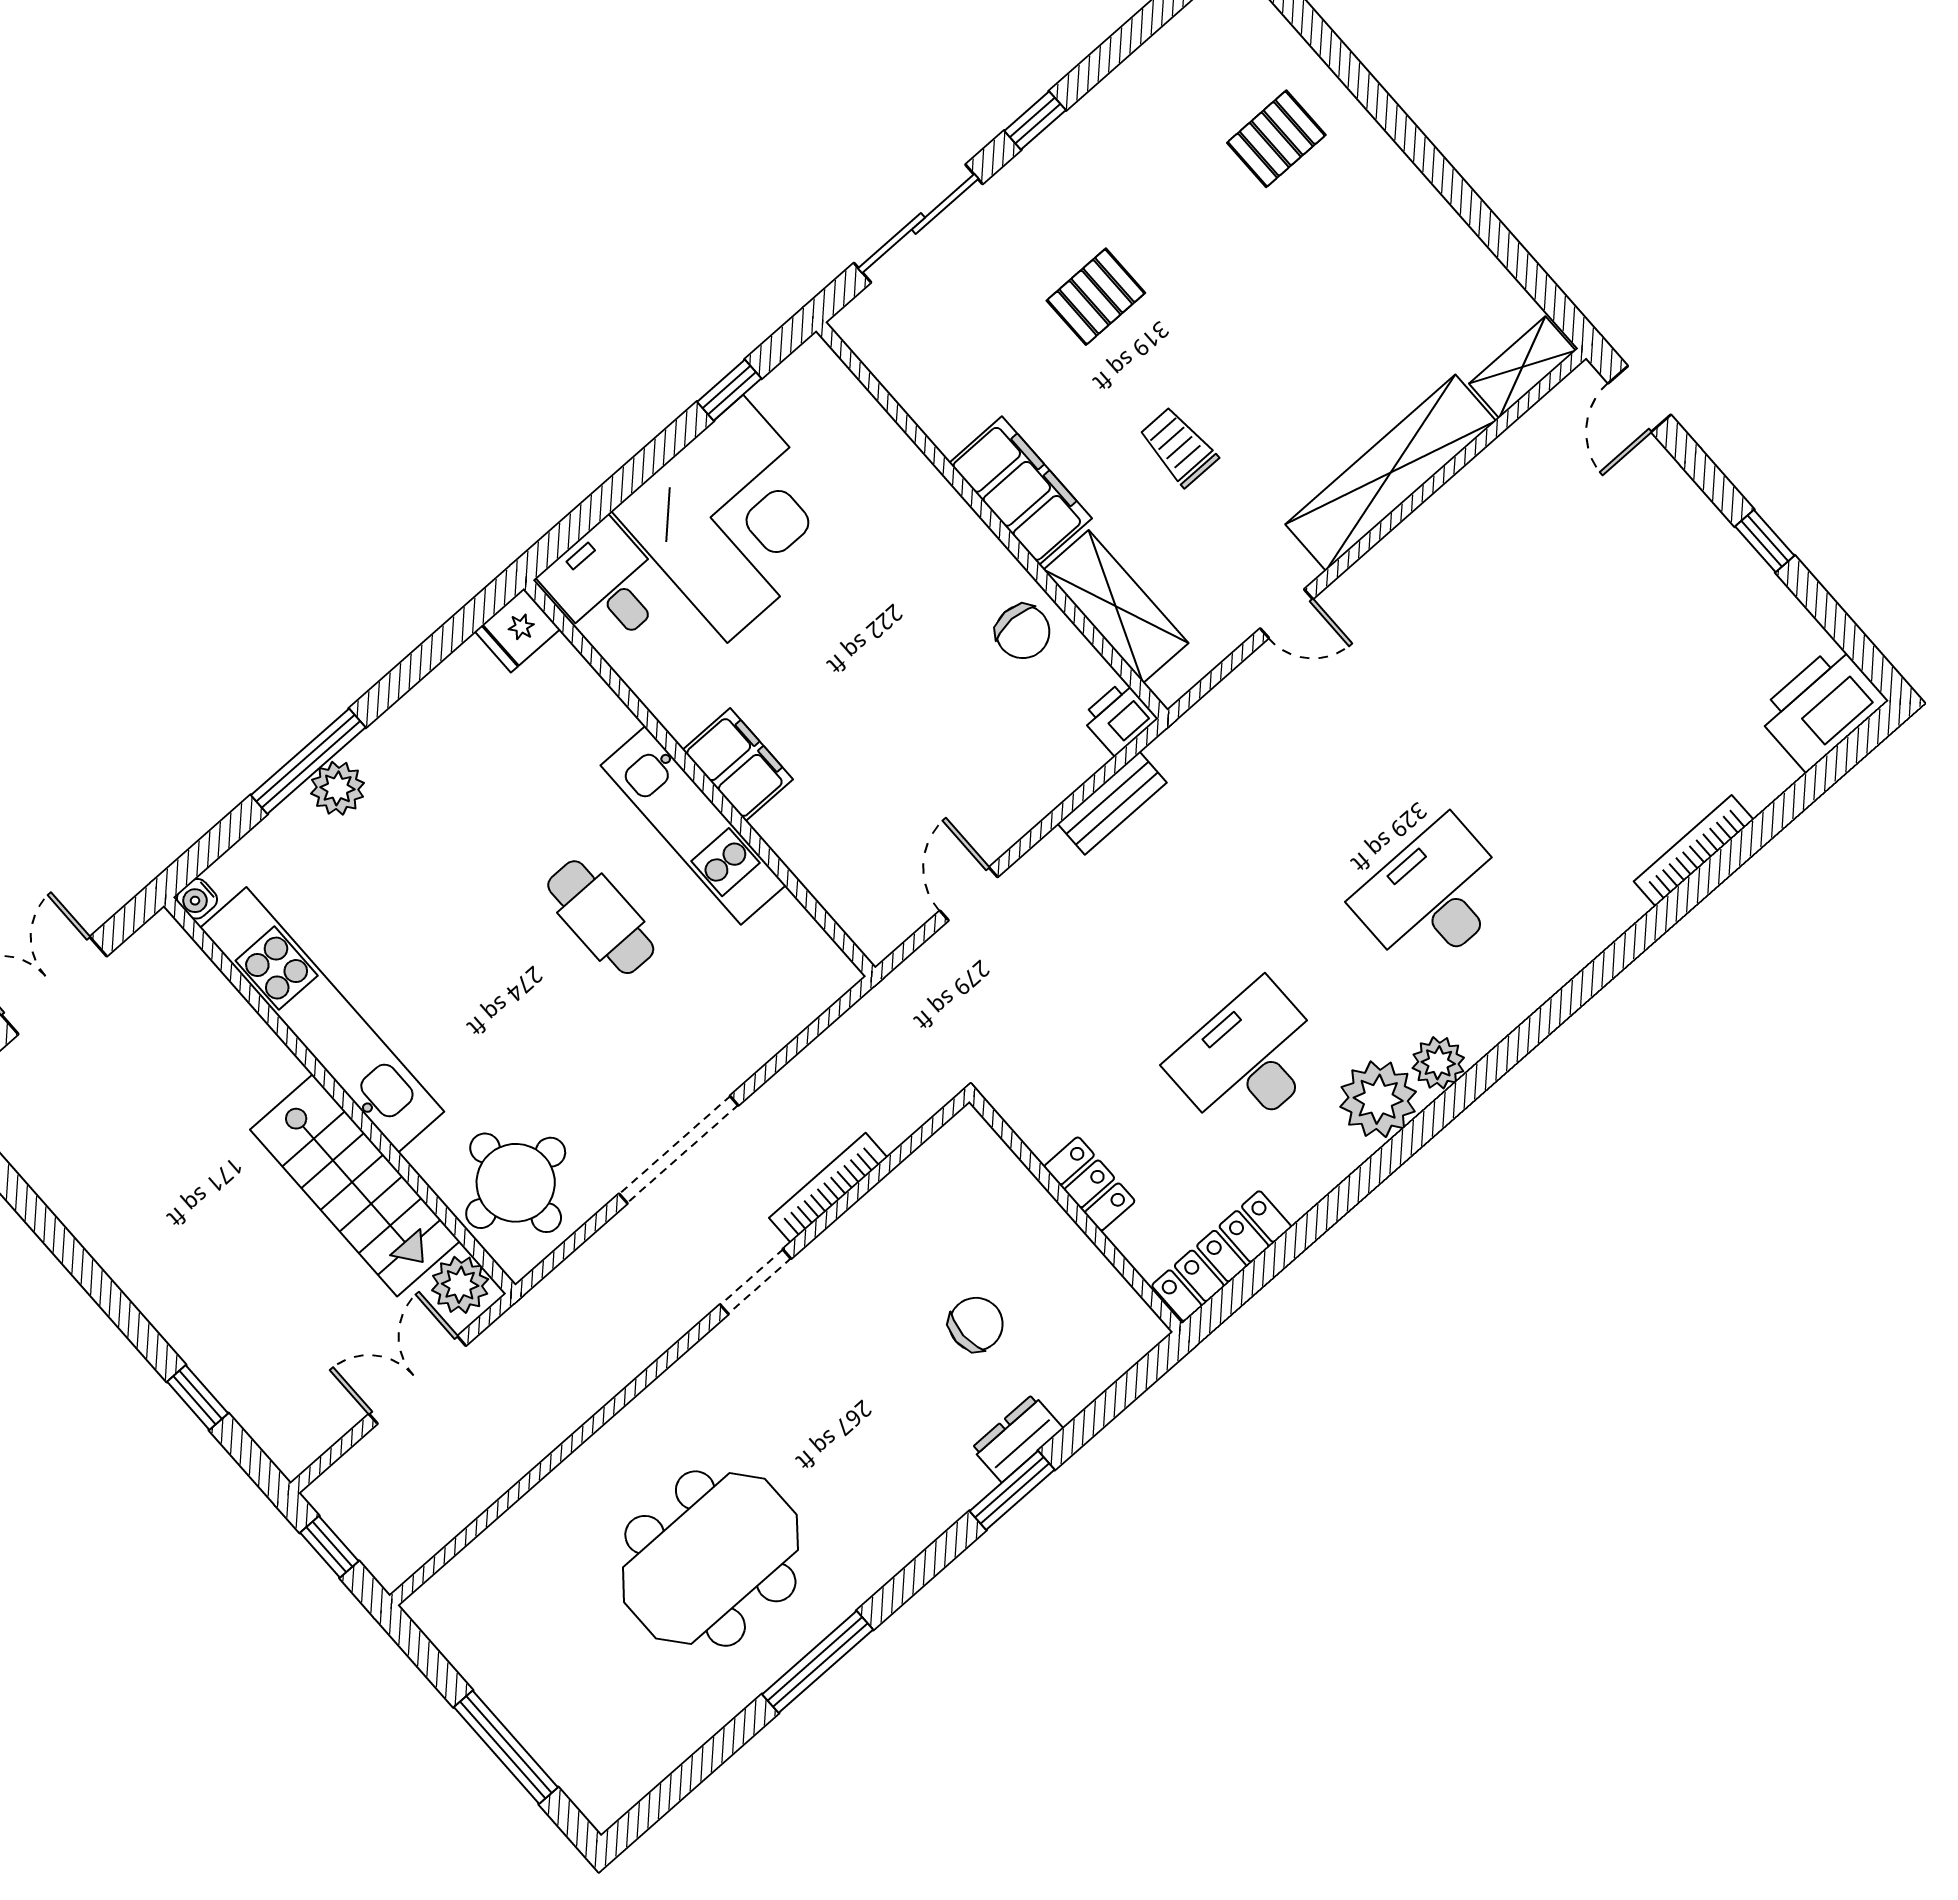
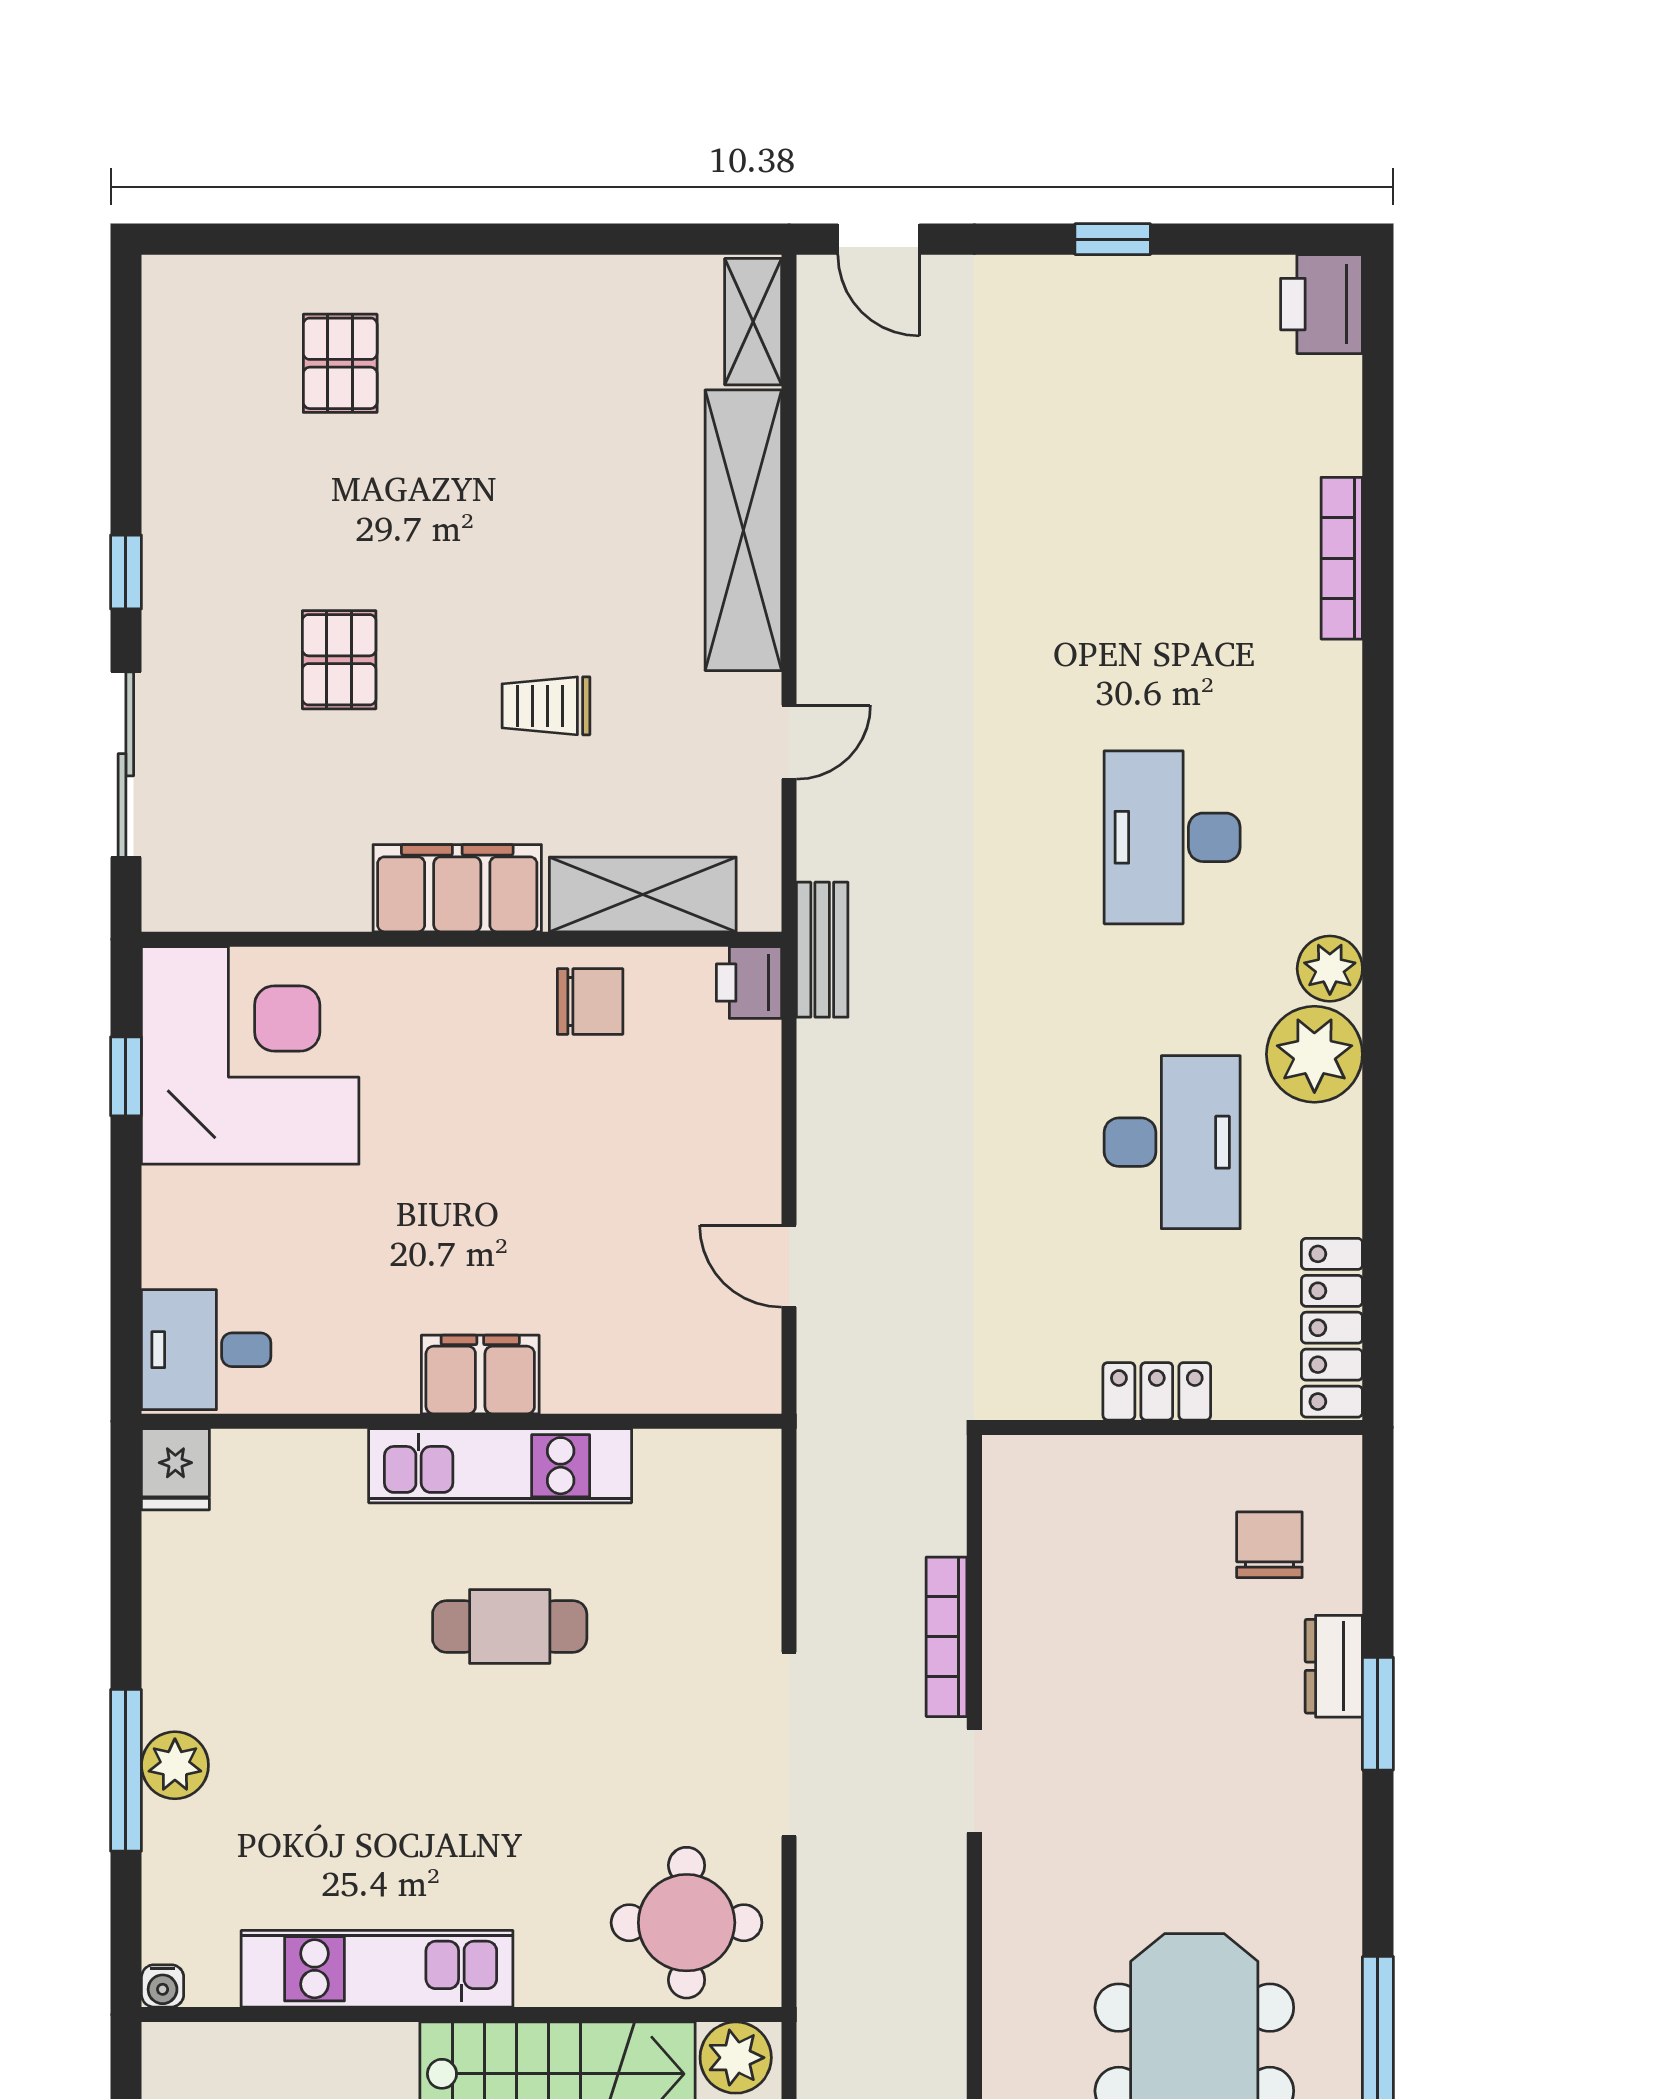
corner desk: (735, 519) -> (250, 1055), moved
printer: (1822, 708) -> (1322, 304), width x0.73, depth x0.84
bench: (1112, 803) -> (822, 950), moved
kitchen unit: (322, 1020) -> (377, 1969), width x0.73
desk: (1249, 1060) -> (1172, 1142), turned 180
chair: (976, 1324) -> (1269, 1545), moved

